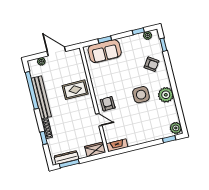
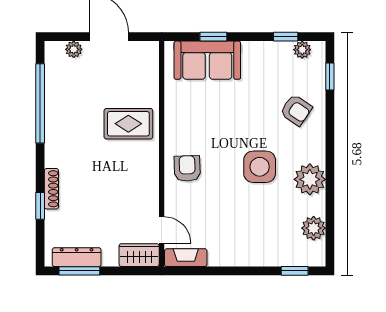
bench: (41, 97) -> (55, 123), removed
door: (99, 120) -> (162, 230), moved
plant: (176, 128) -> (314, 228), moved

